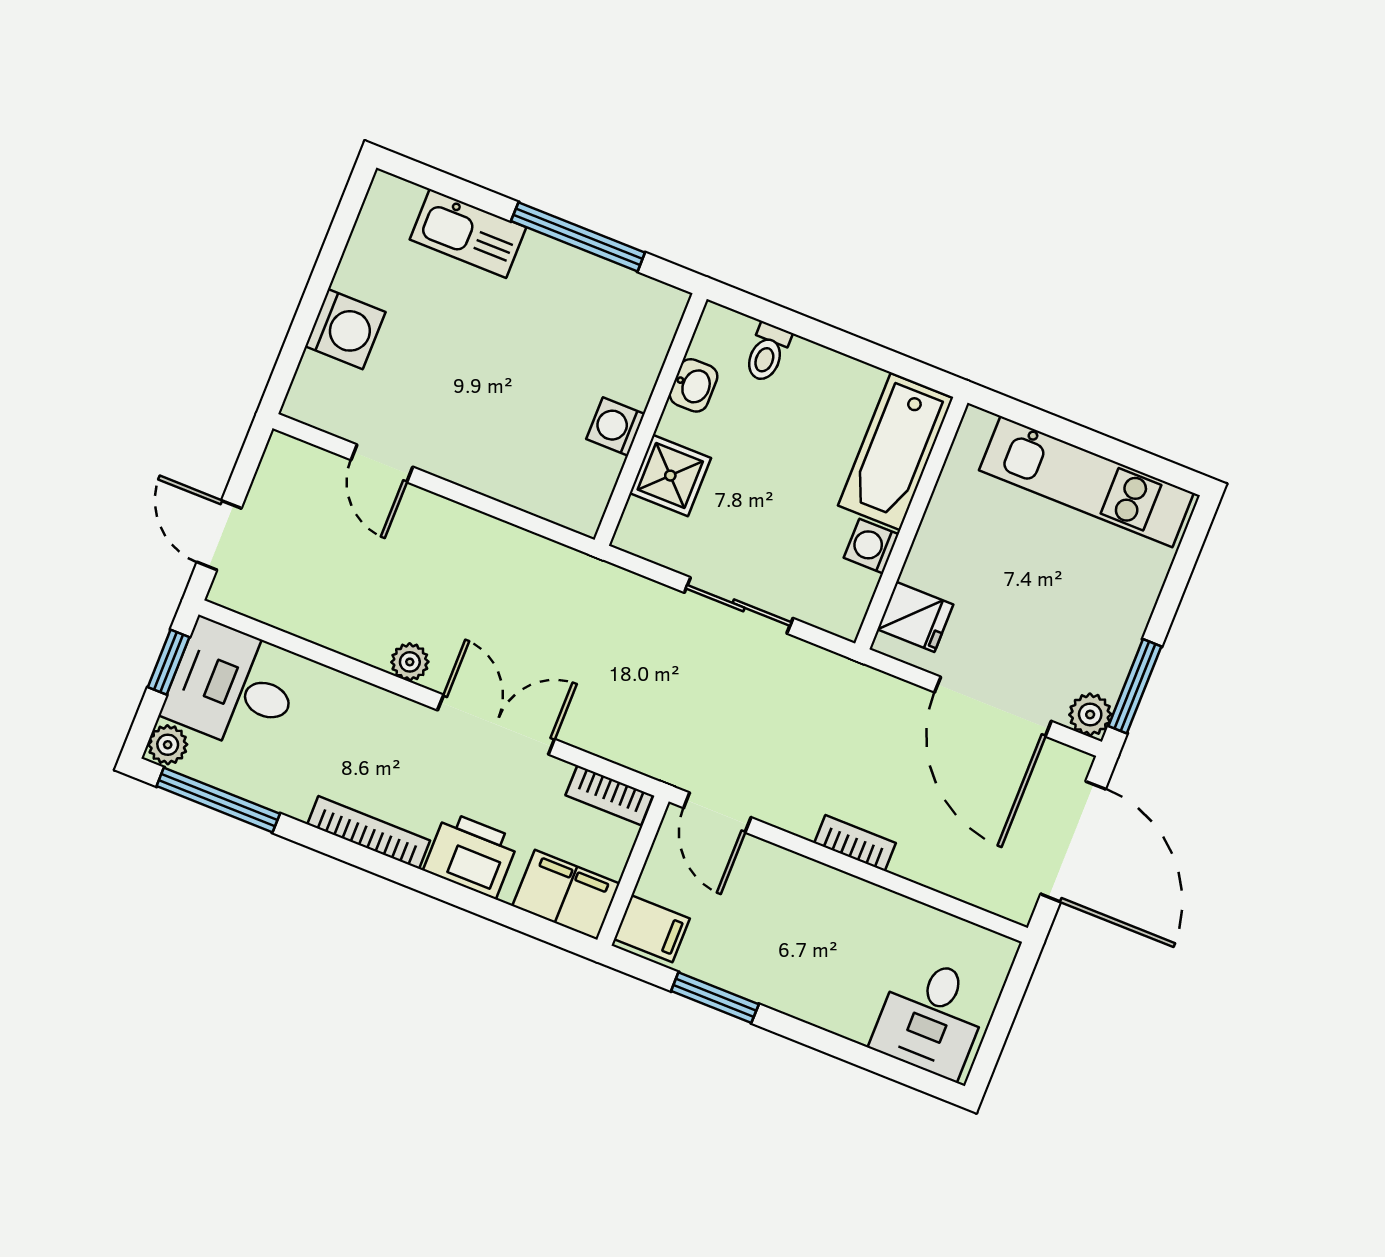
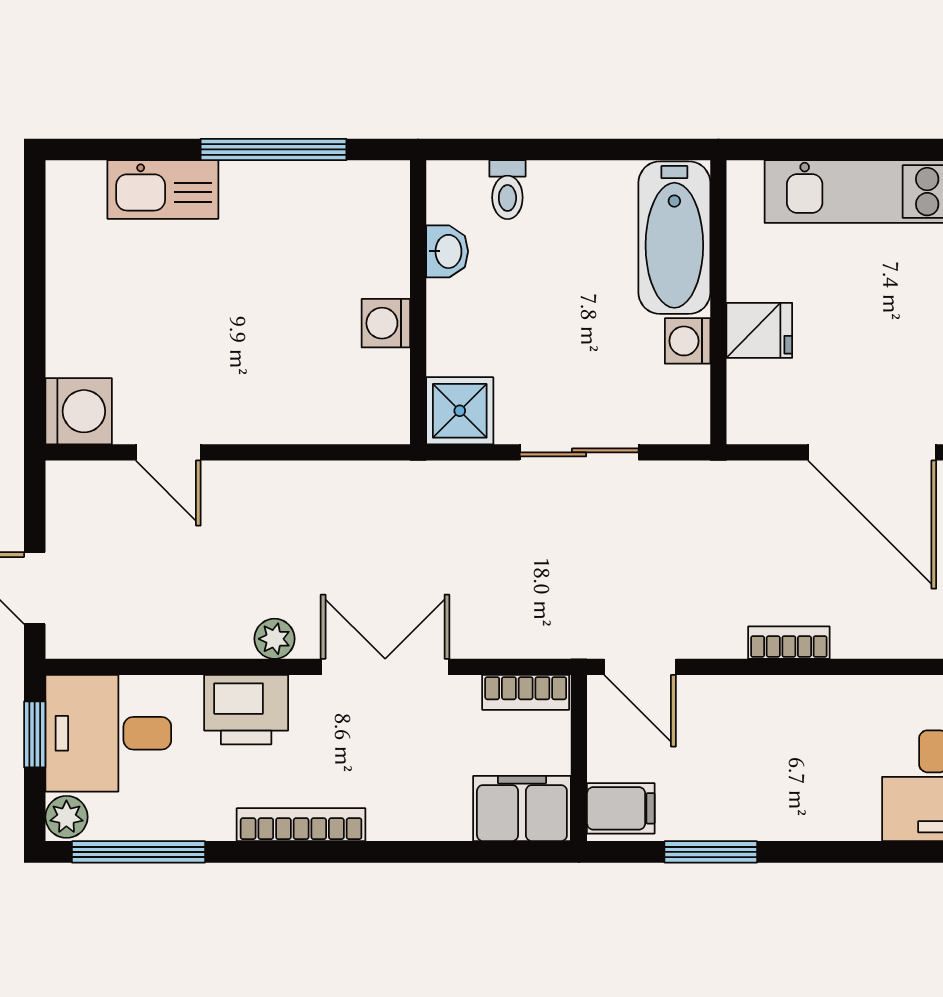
washing machine: (345, 329) -> (79, 411), moved
shower: (670, 476) -> (460, 411), moved
fridge: (915, 617) -> (759, 330), moved
printer: (471, 855) -> (246, 710), moved, turned 180

